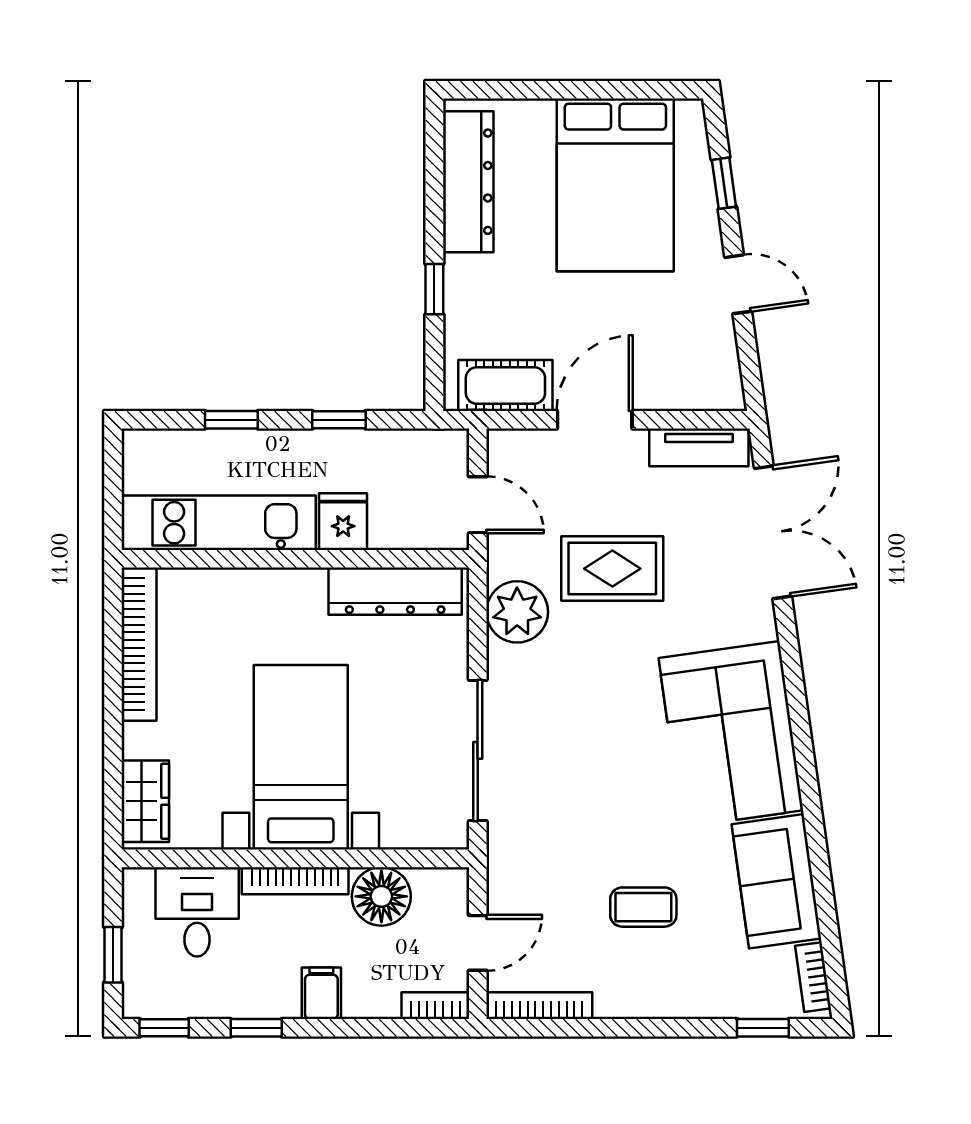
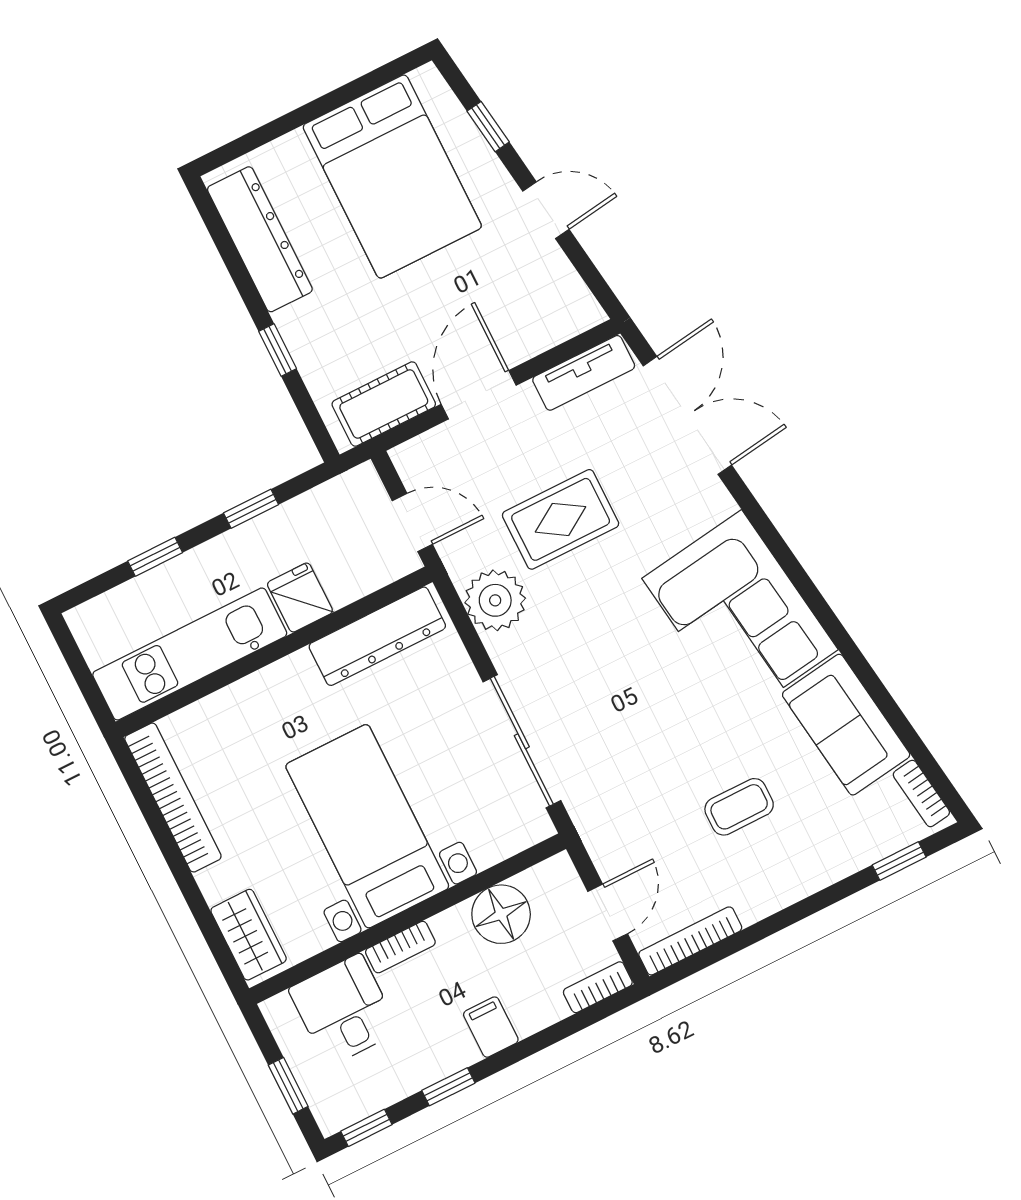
bookcase: (295, 881) -> (400, 947), width x0.64

